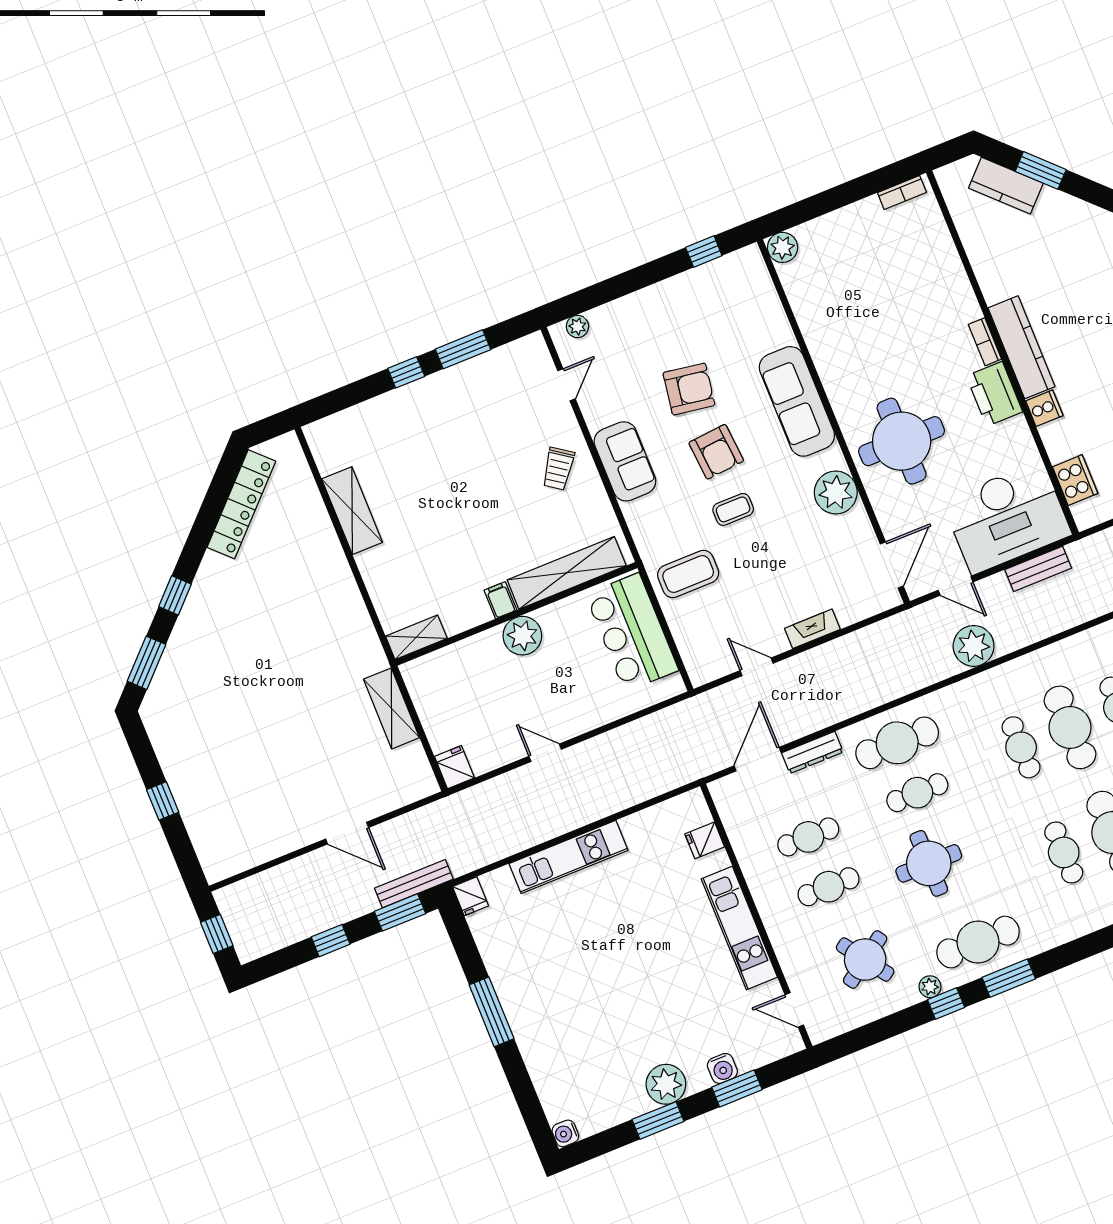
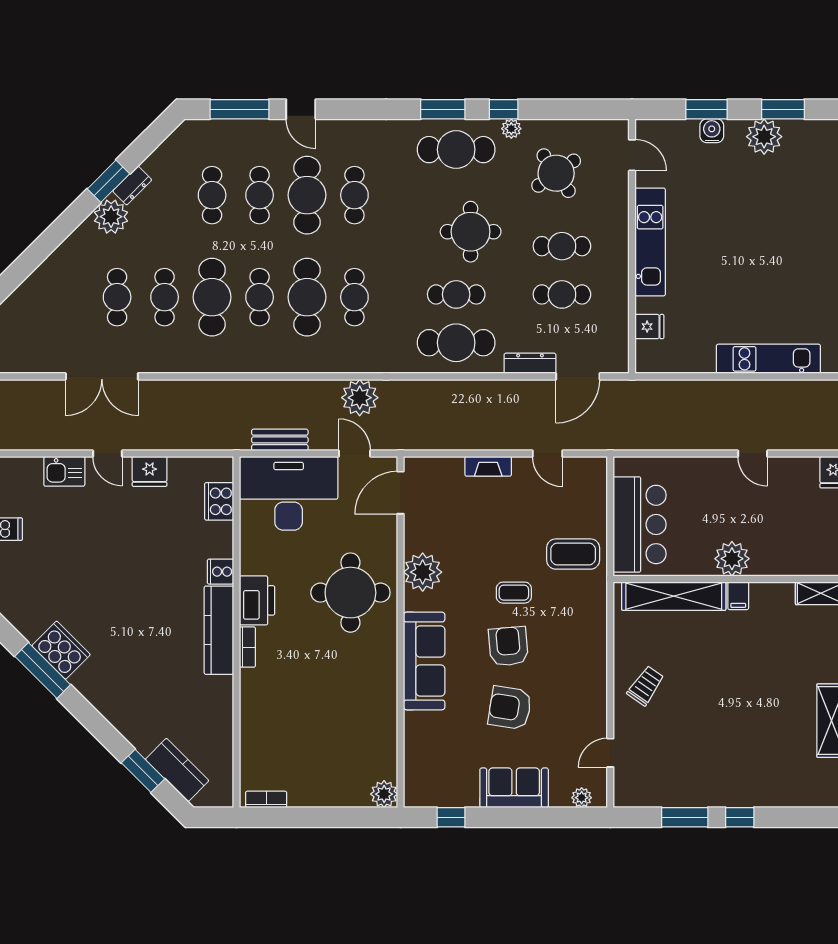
sofa: (625, 461) -> (514, 788), moved, turned 90

